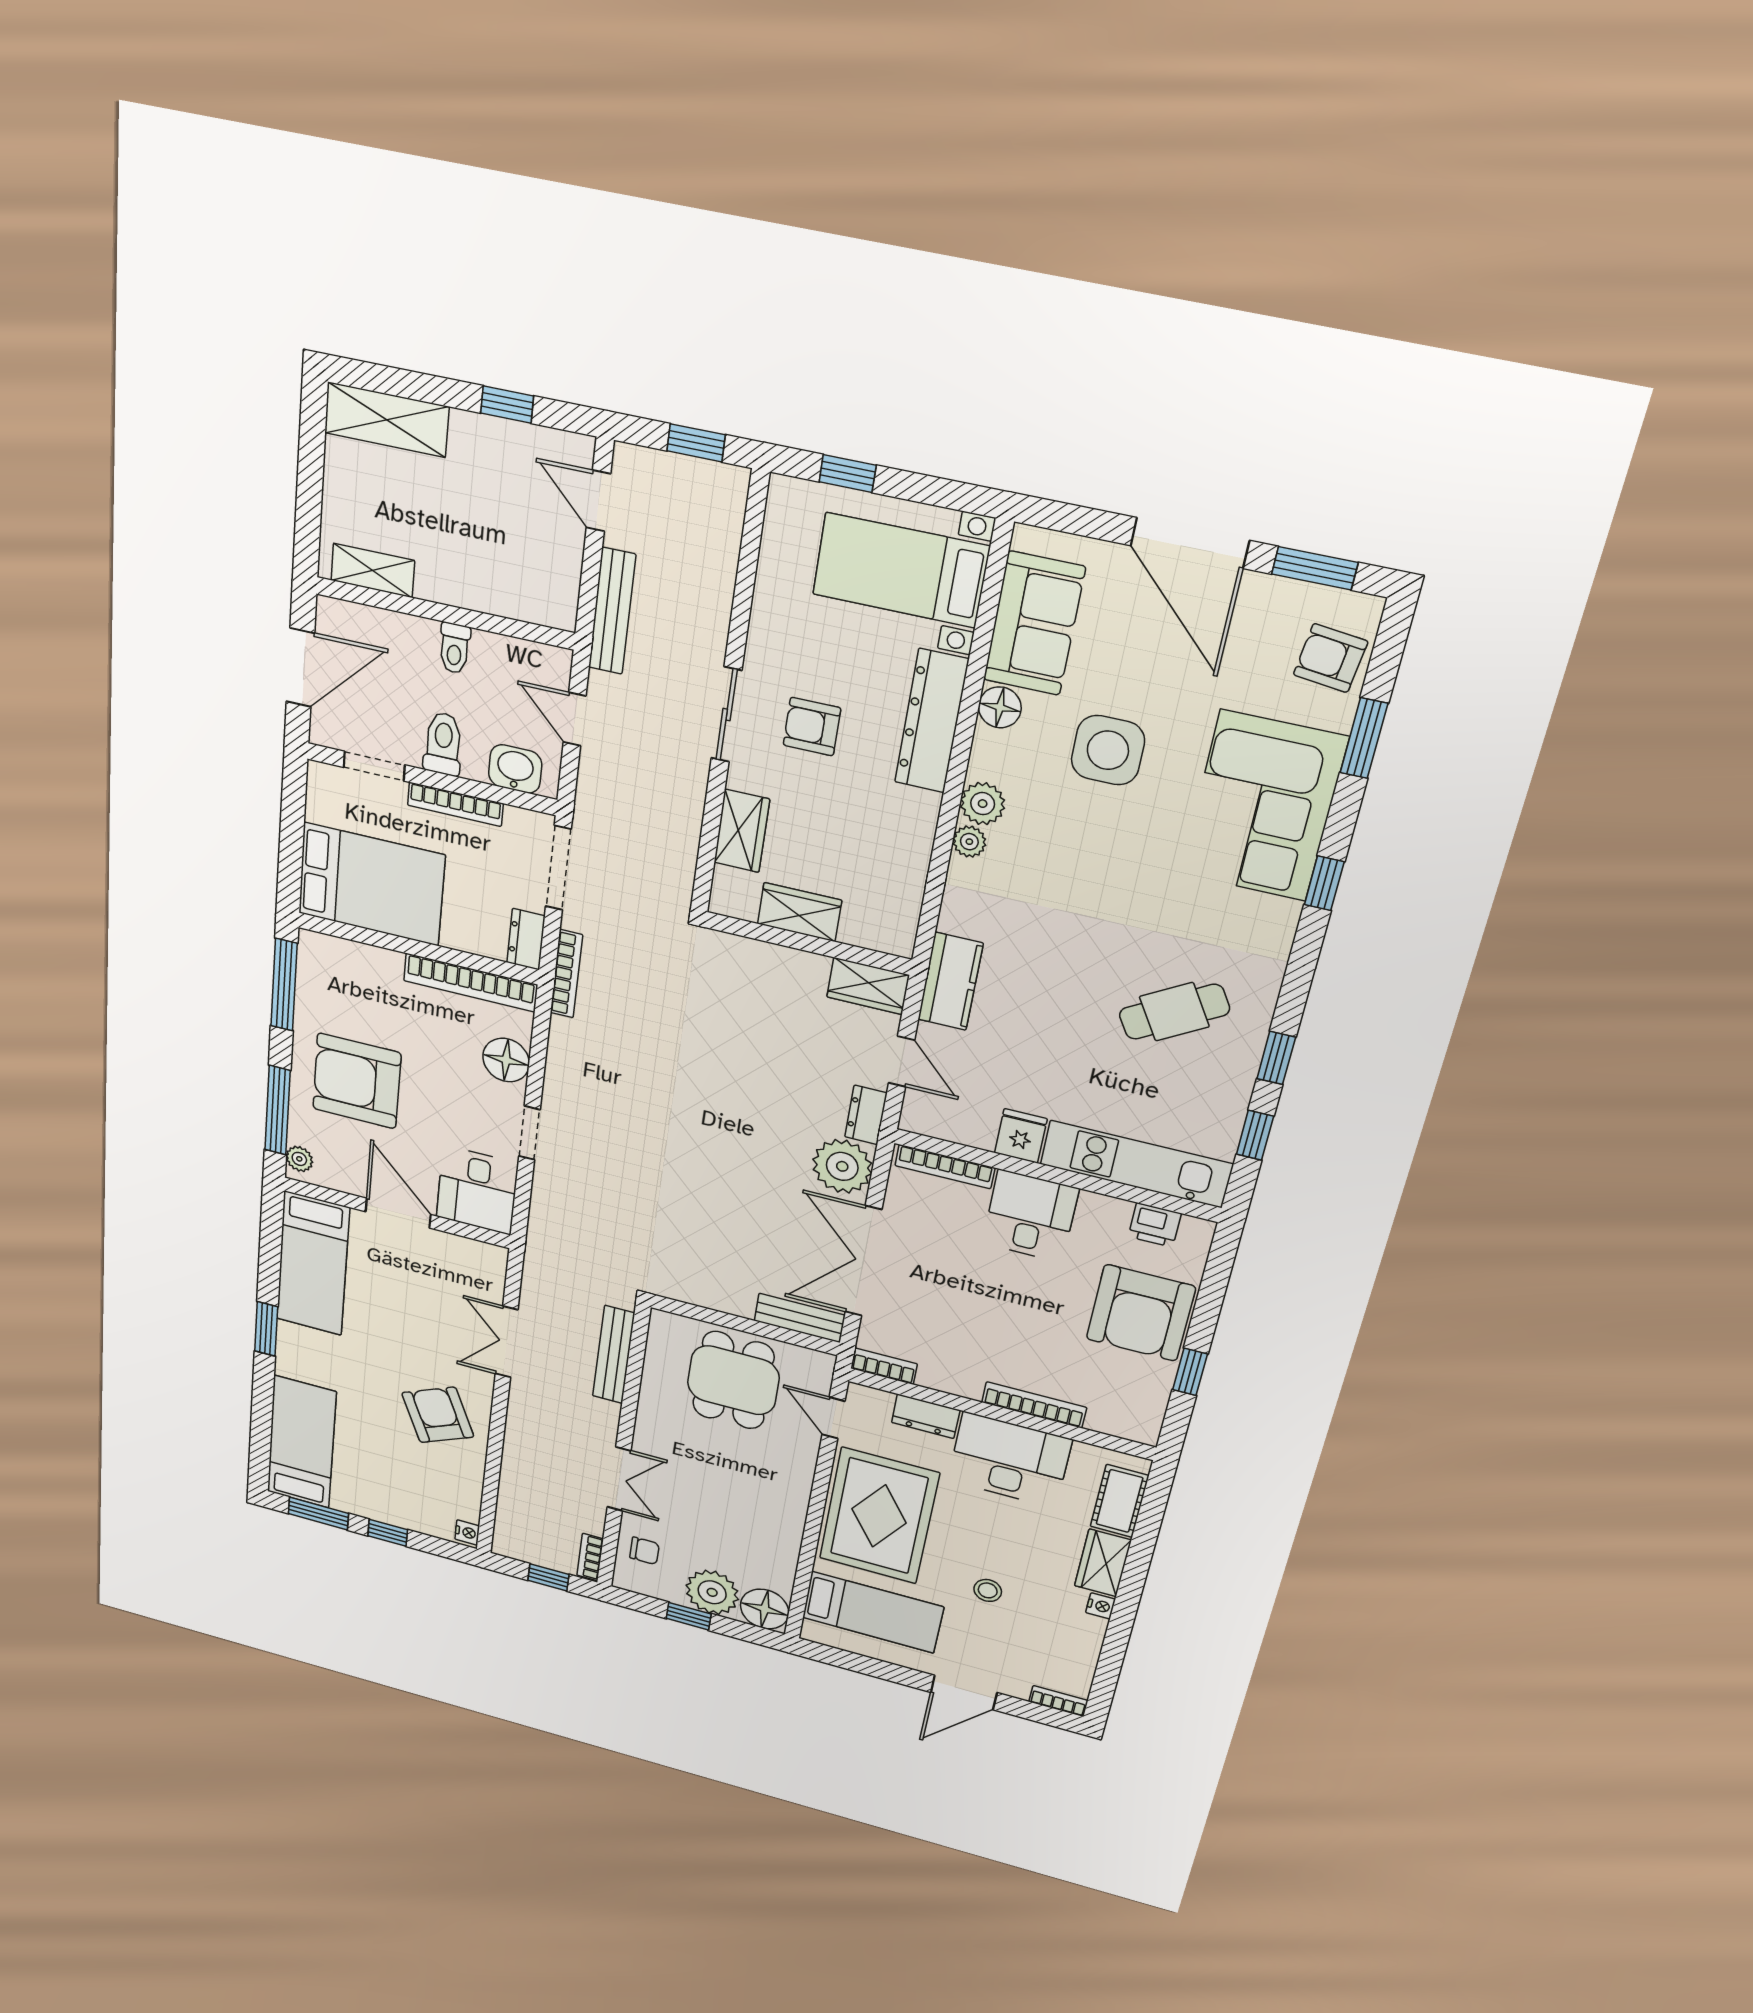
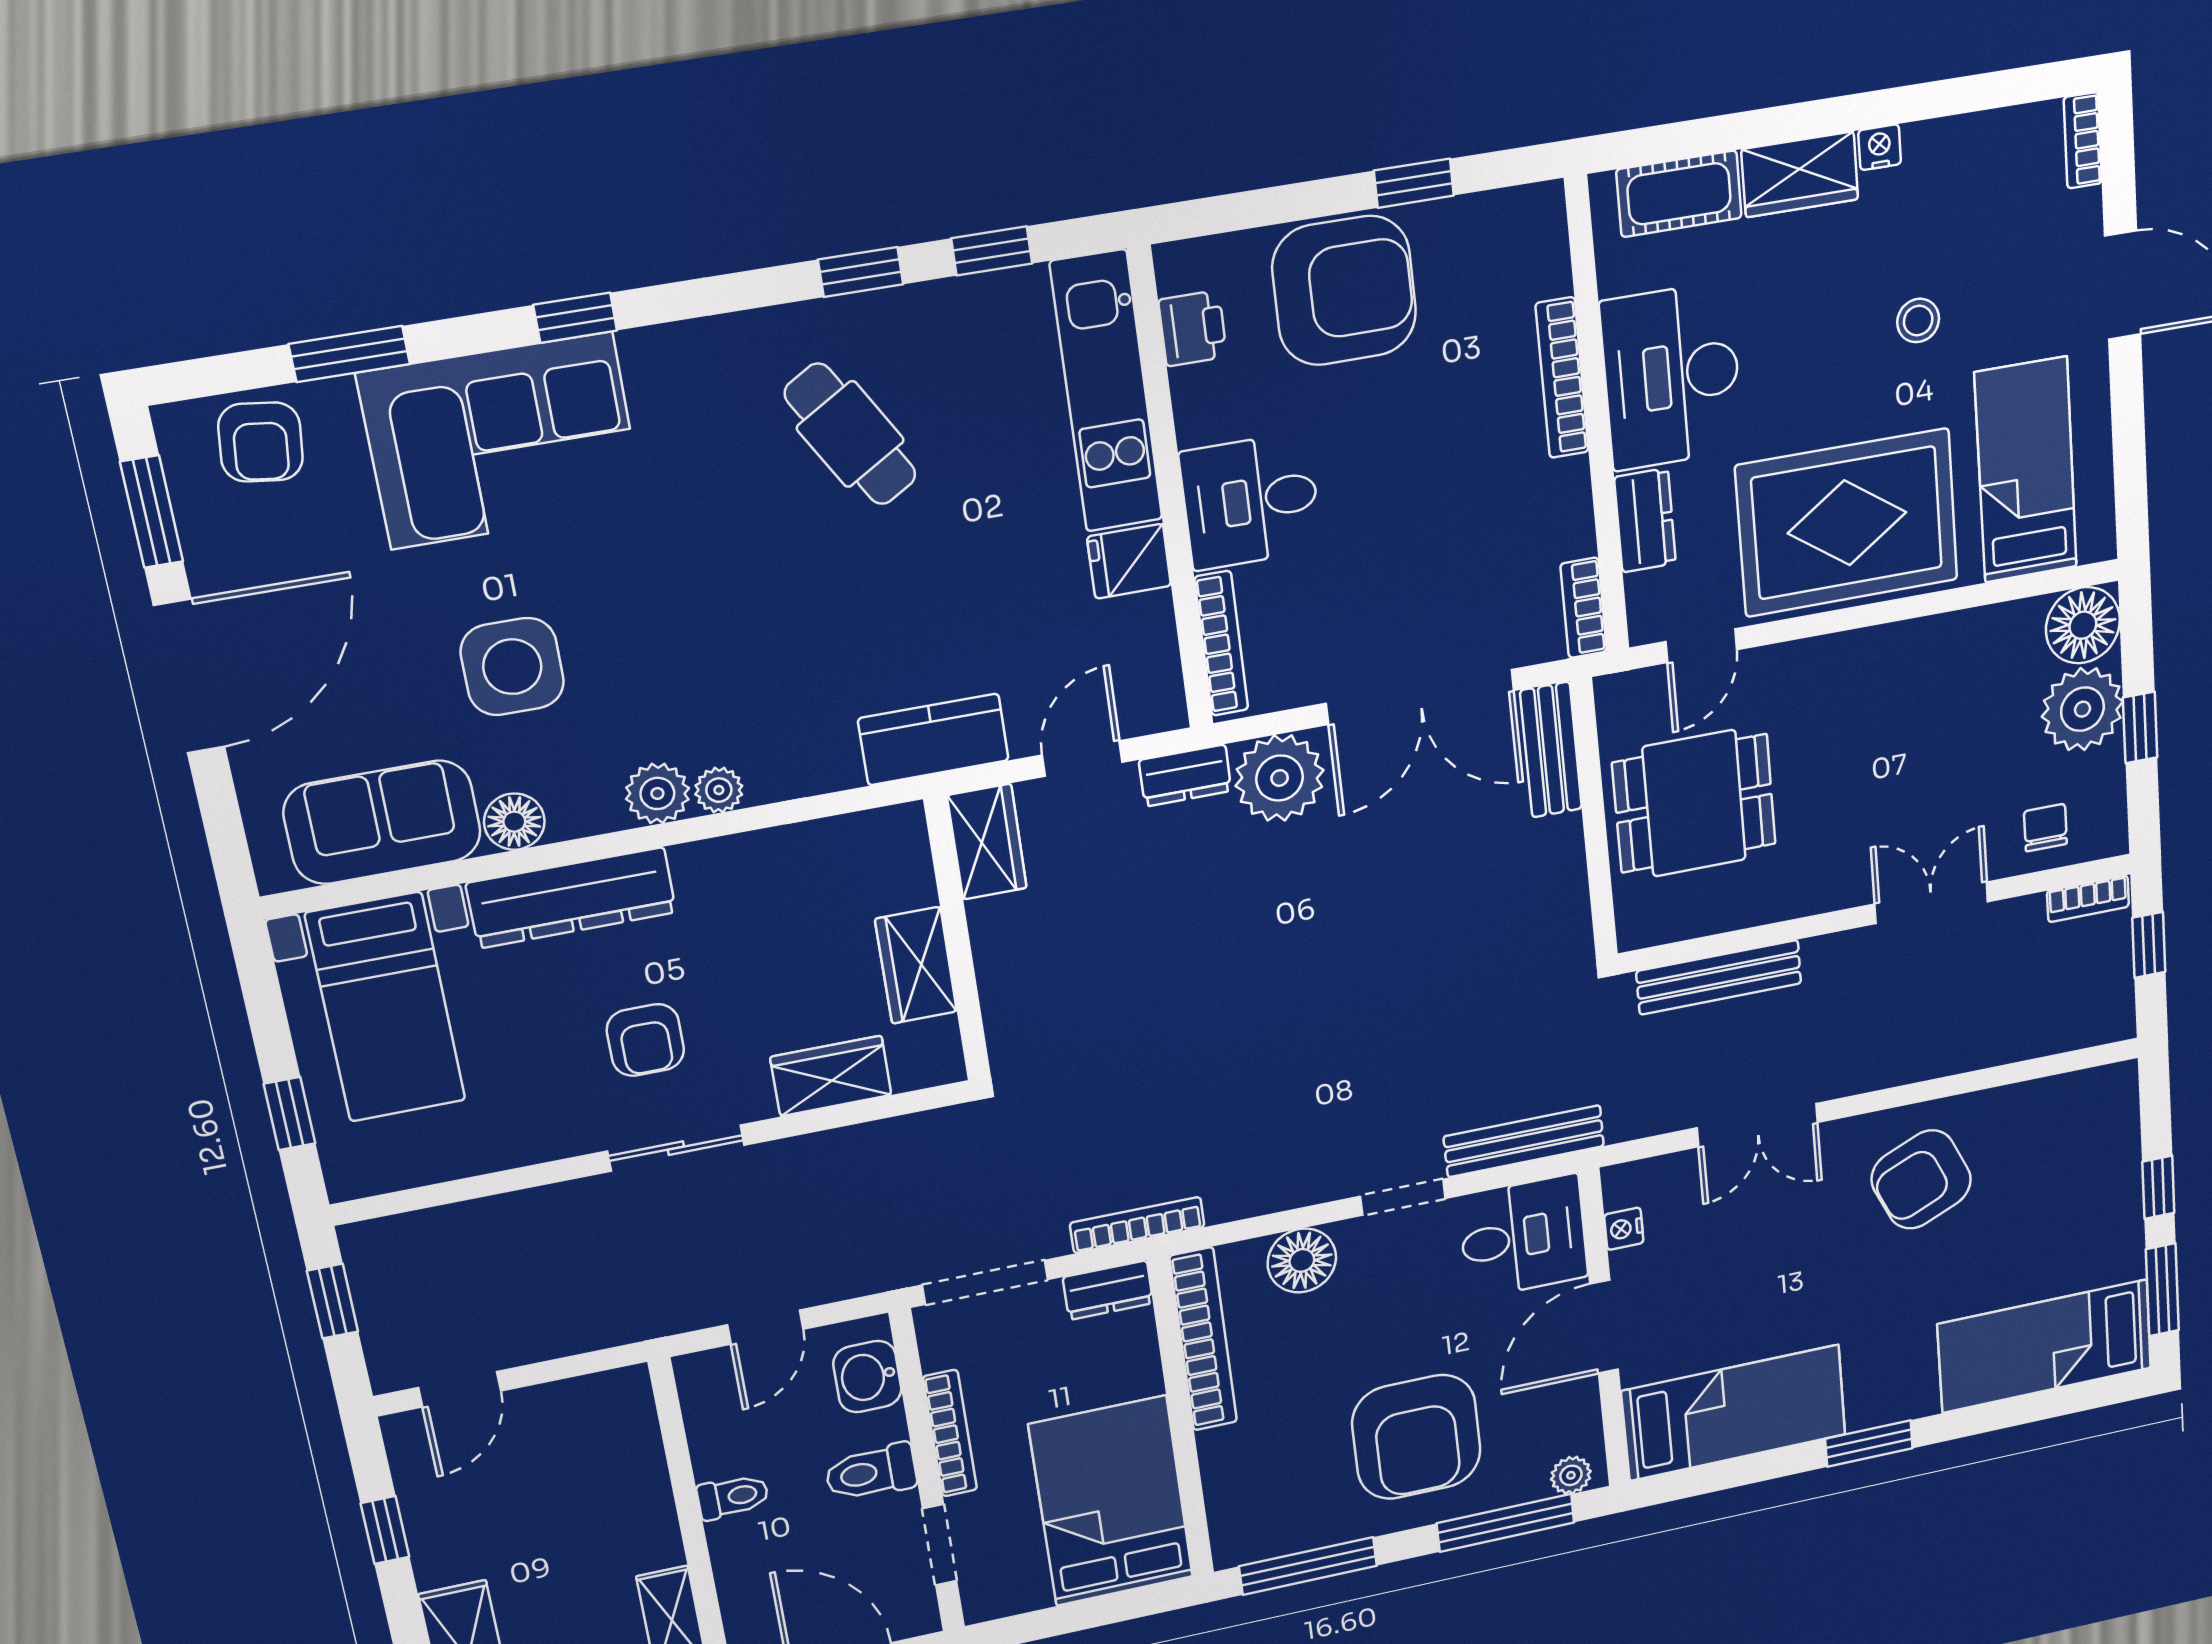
bench: (612, 611) -> (1524, 1141), moved
nightstand: (467, 1533) -> (1624, 1229), moved, turned -90

